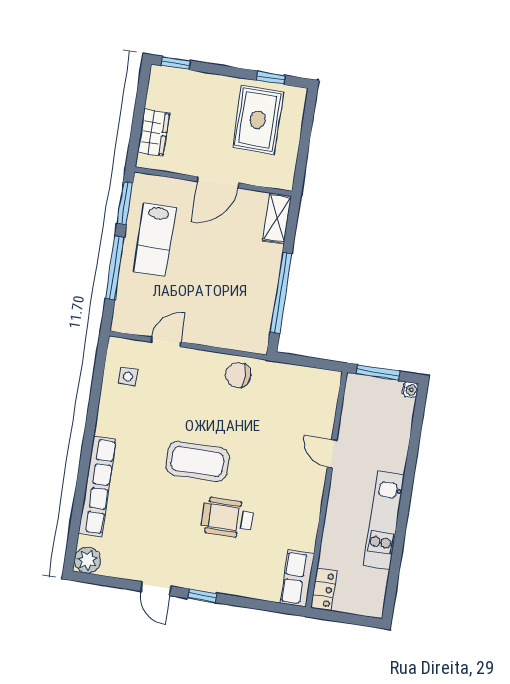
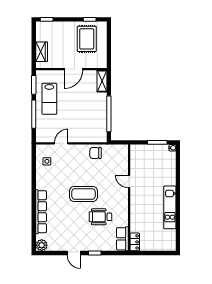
door: (332, 454) -> (129, 181), moved
wall: (326, 490) -> (129, 198), moved
row of seats: (297, 578) -> (122, 239), moved
locker: (324, 589) -> (135, 242), moved

